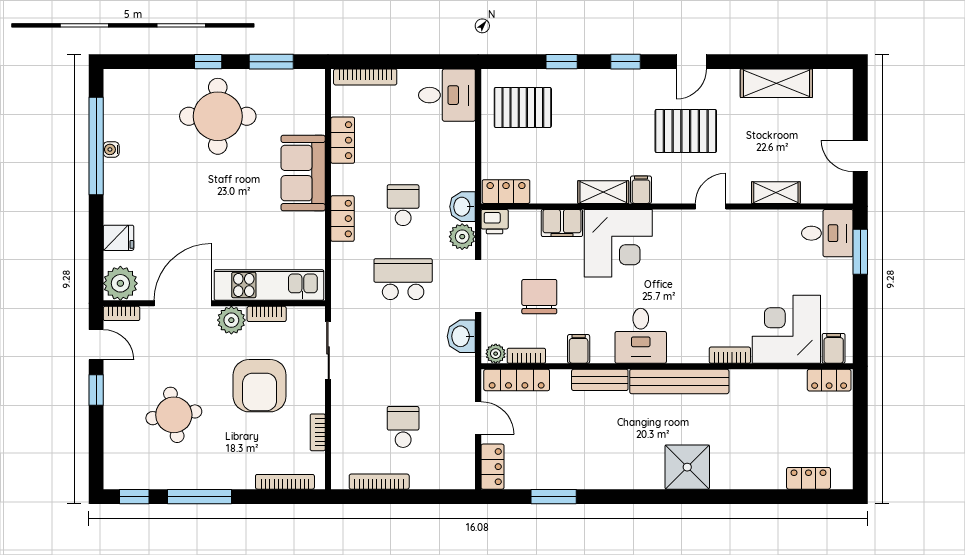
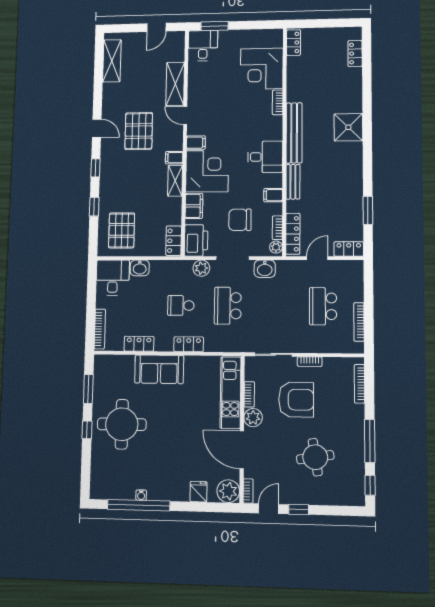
shelving: (776, 83) -> (112, 61), moved
shelving: (776, 193) -> (175, 84), width x1.50, depth x1.33
washbasin: (463, 207) -> (140, 268), moved
printer: (495, 222) -> (196, 240), width x1.87, depth x1.48
filing cabinet: (834, 348) -> (196, 143), moved, turned 180
school desk: (403, 427) -> (323, 306), width x1.85
bookcase: (318, 432) -> (310, 362), moved

